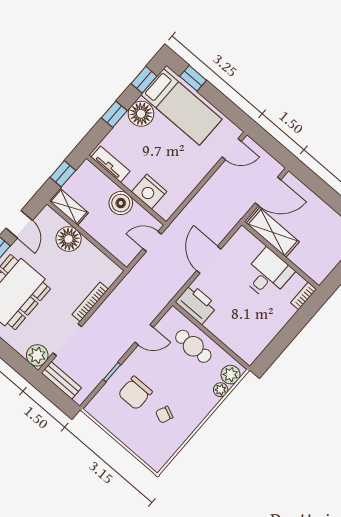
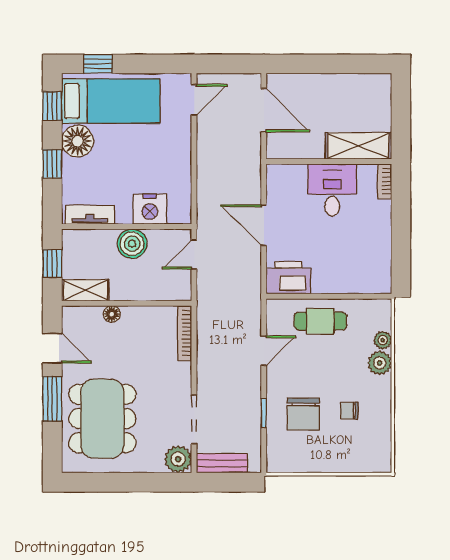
door: (268, 191) -> (264, 110), hinge flipped
shelving: (273, 232) -> (358, 146), moved
floor lamp: (69, 239) -> (112, 314), width x0.53, depth x0.53
bookcase: (90, 302) -> (185, 333), moved
plant: (230, 375) -> (380, 363), moved
chair: (164, 415) -> (349, 411), turned 66

